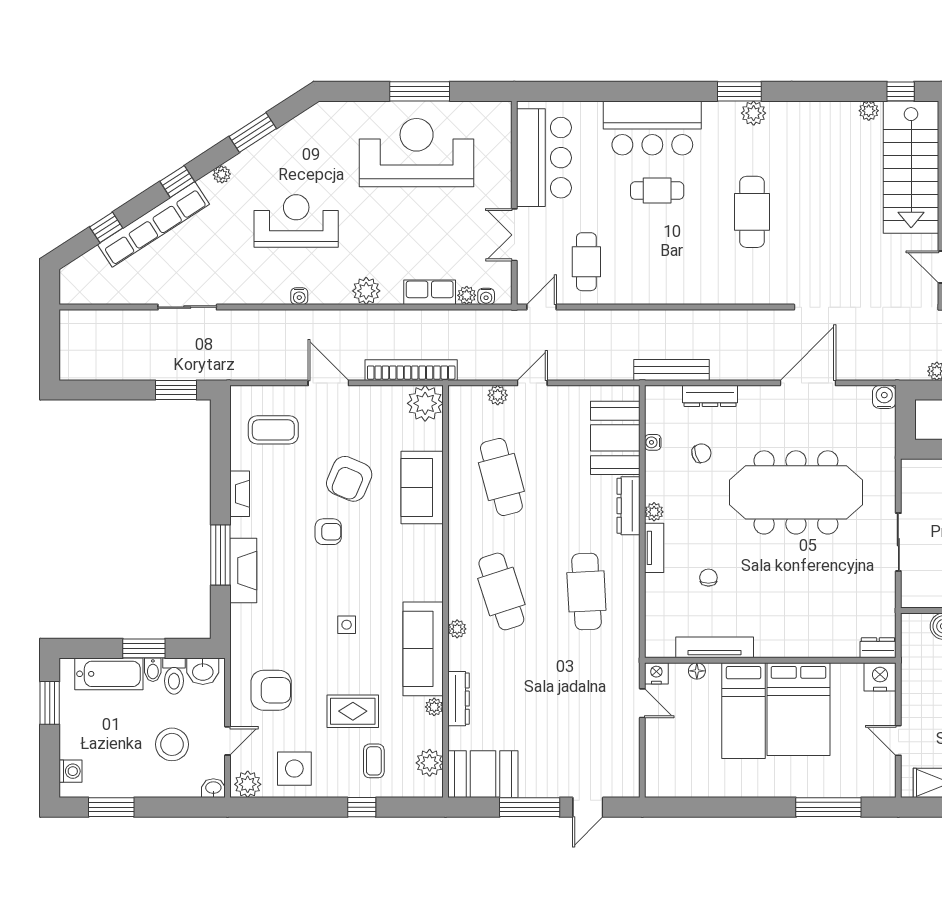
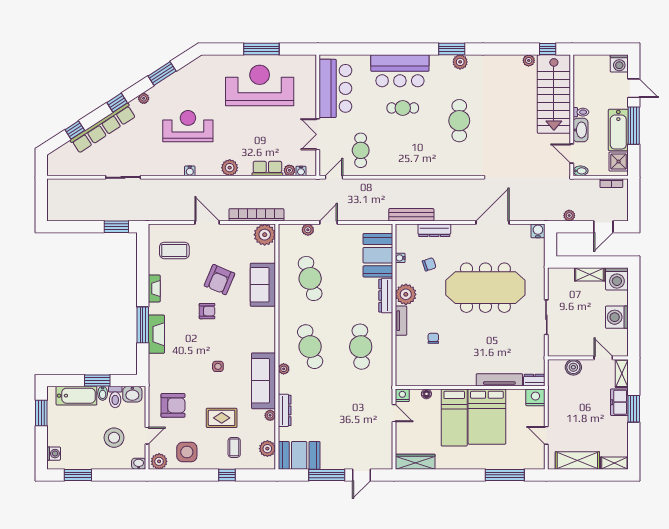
plant: (654, 512) -> (406, 294), width x1.88, depth x1.88
tv unit: (715, 647) -> (499, 380), moved
wardrobe: (678, 785) -> (415, 462), added

